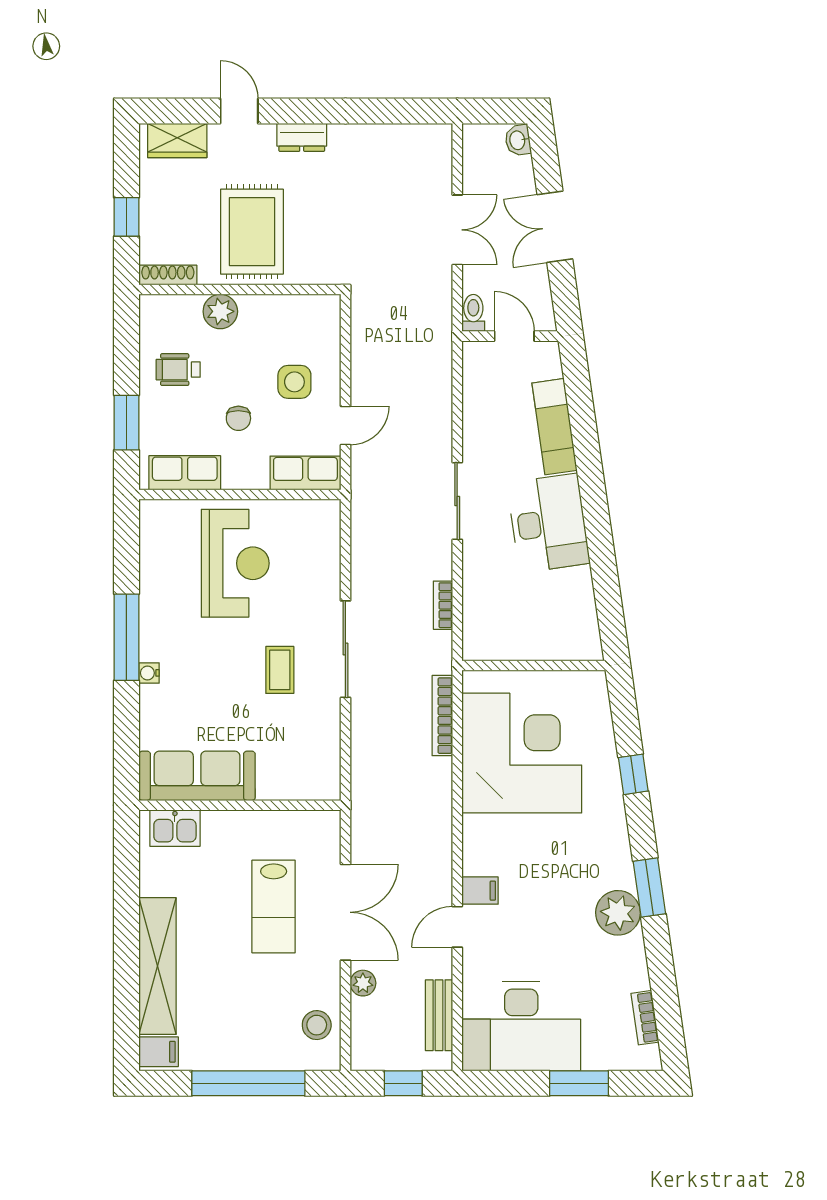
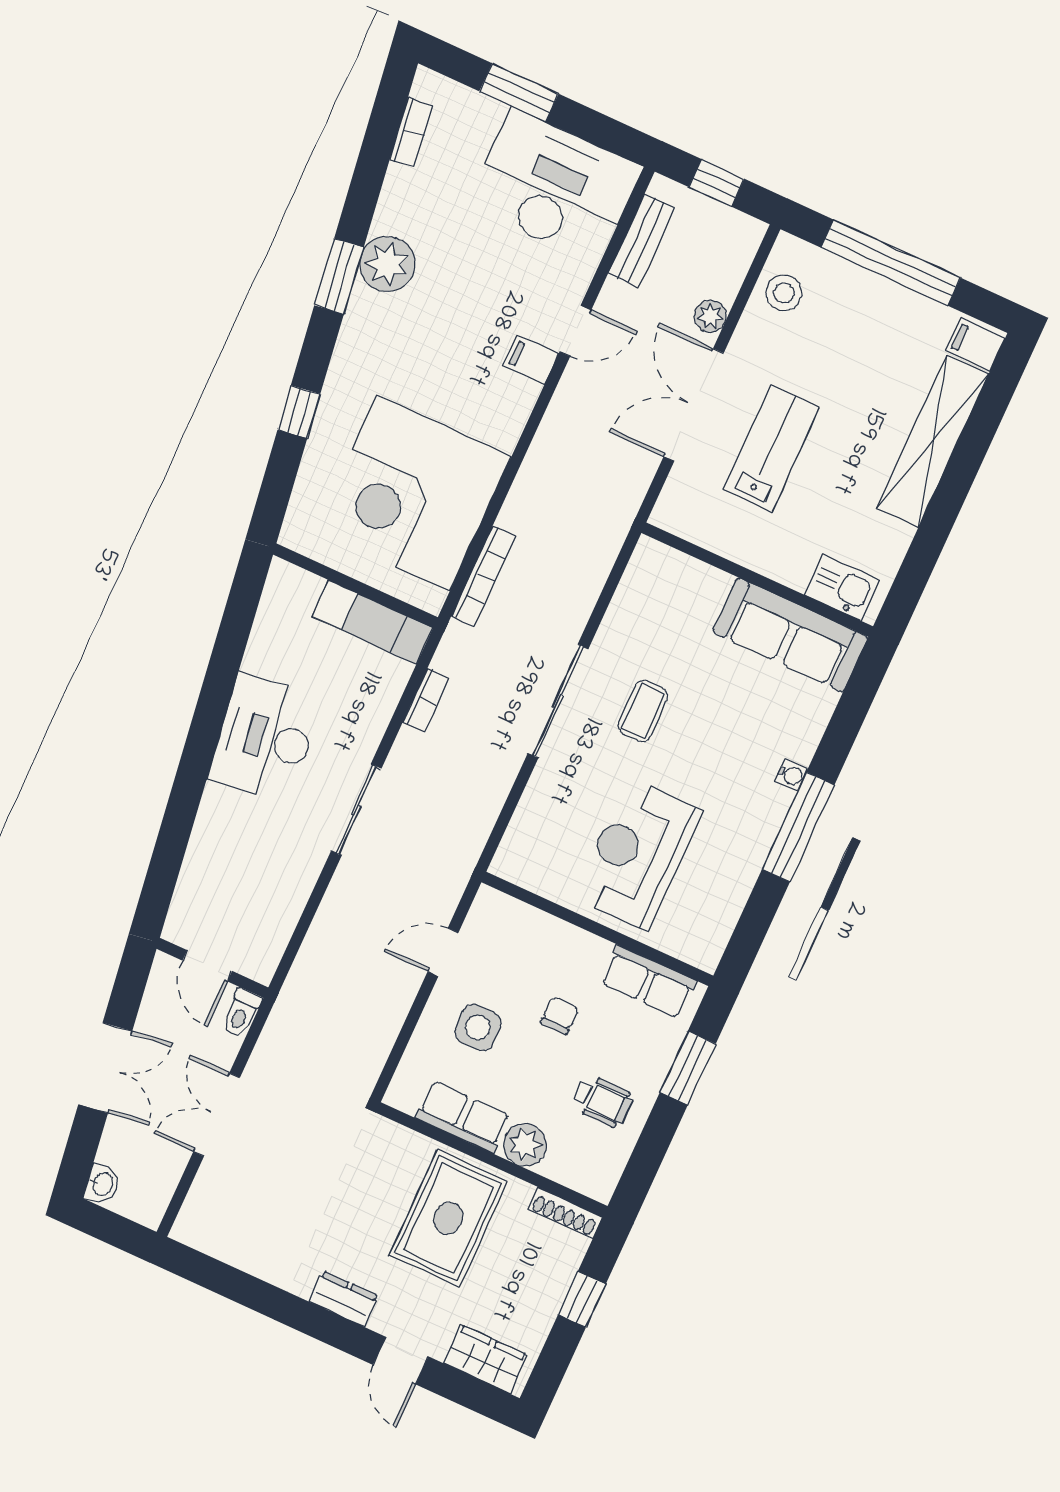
exam couch: (555, 427) -> (373, 622), moved, turned 98
row of seats: (305, 473) -> (463, 1117), moved, turned 180

